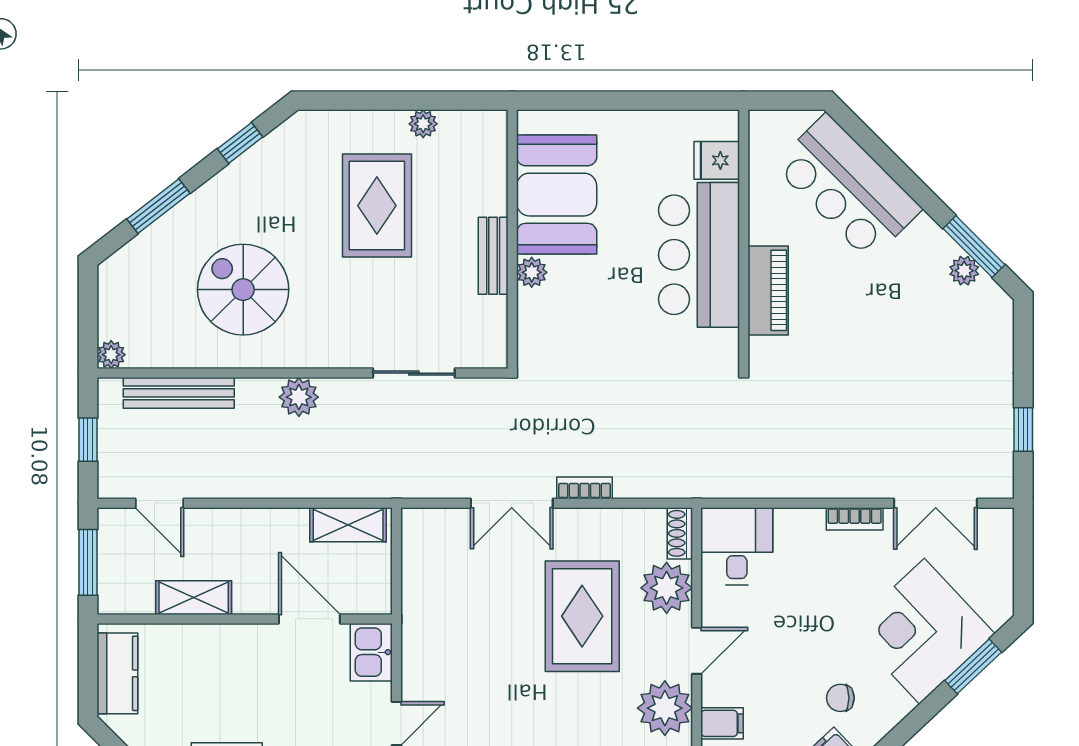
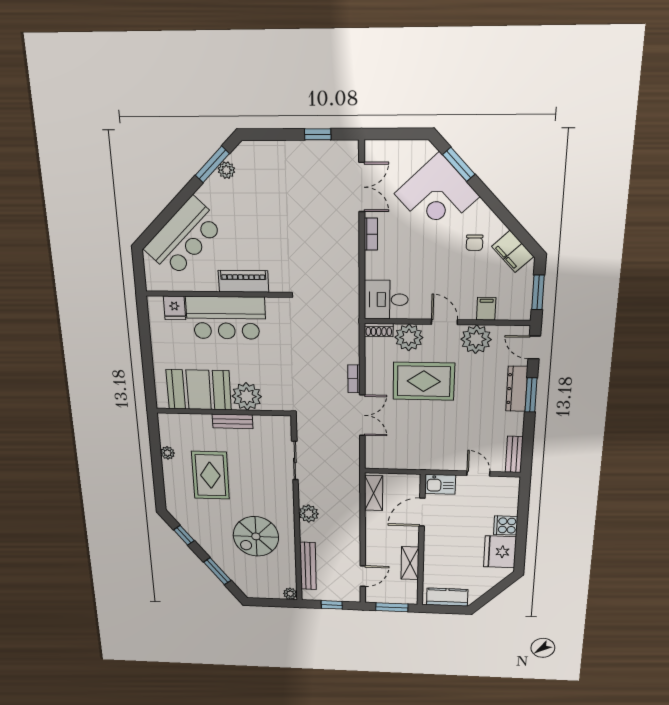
rug: (377, 206) -> (210, 475), turned 90
plant: (532, 272) -> (247, 396), width x1.88, depth x1.88

